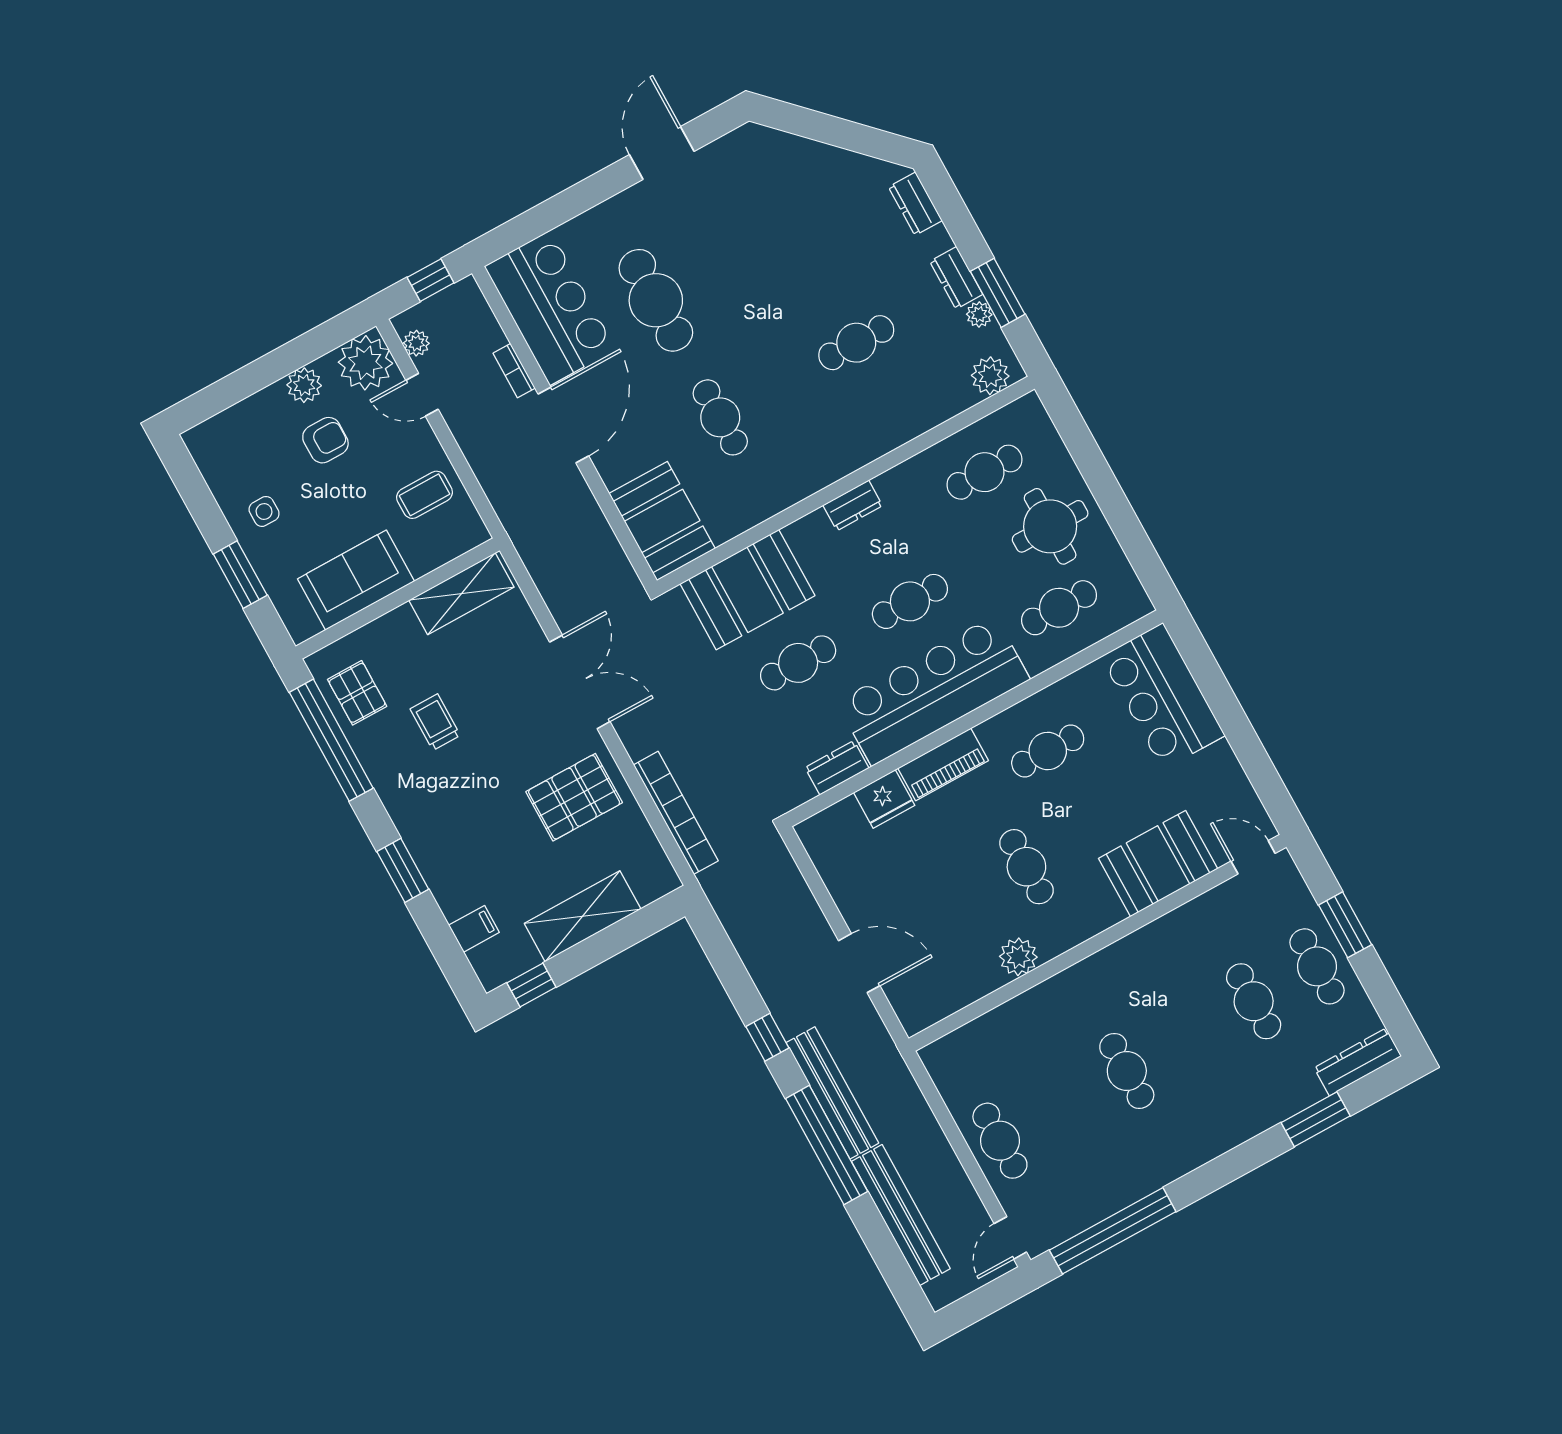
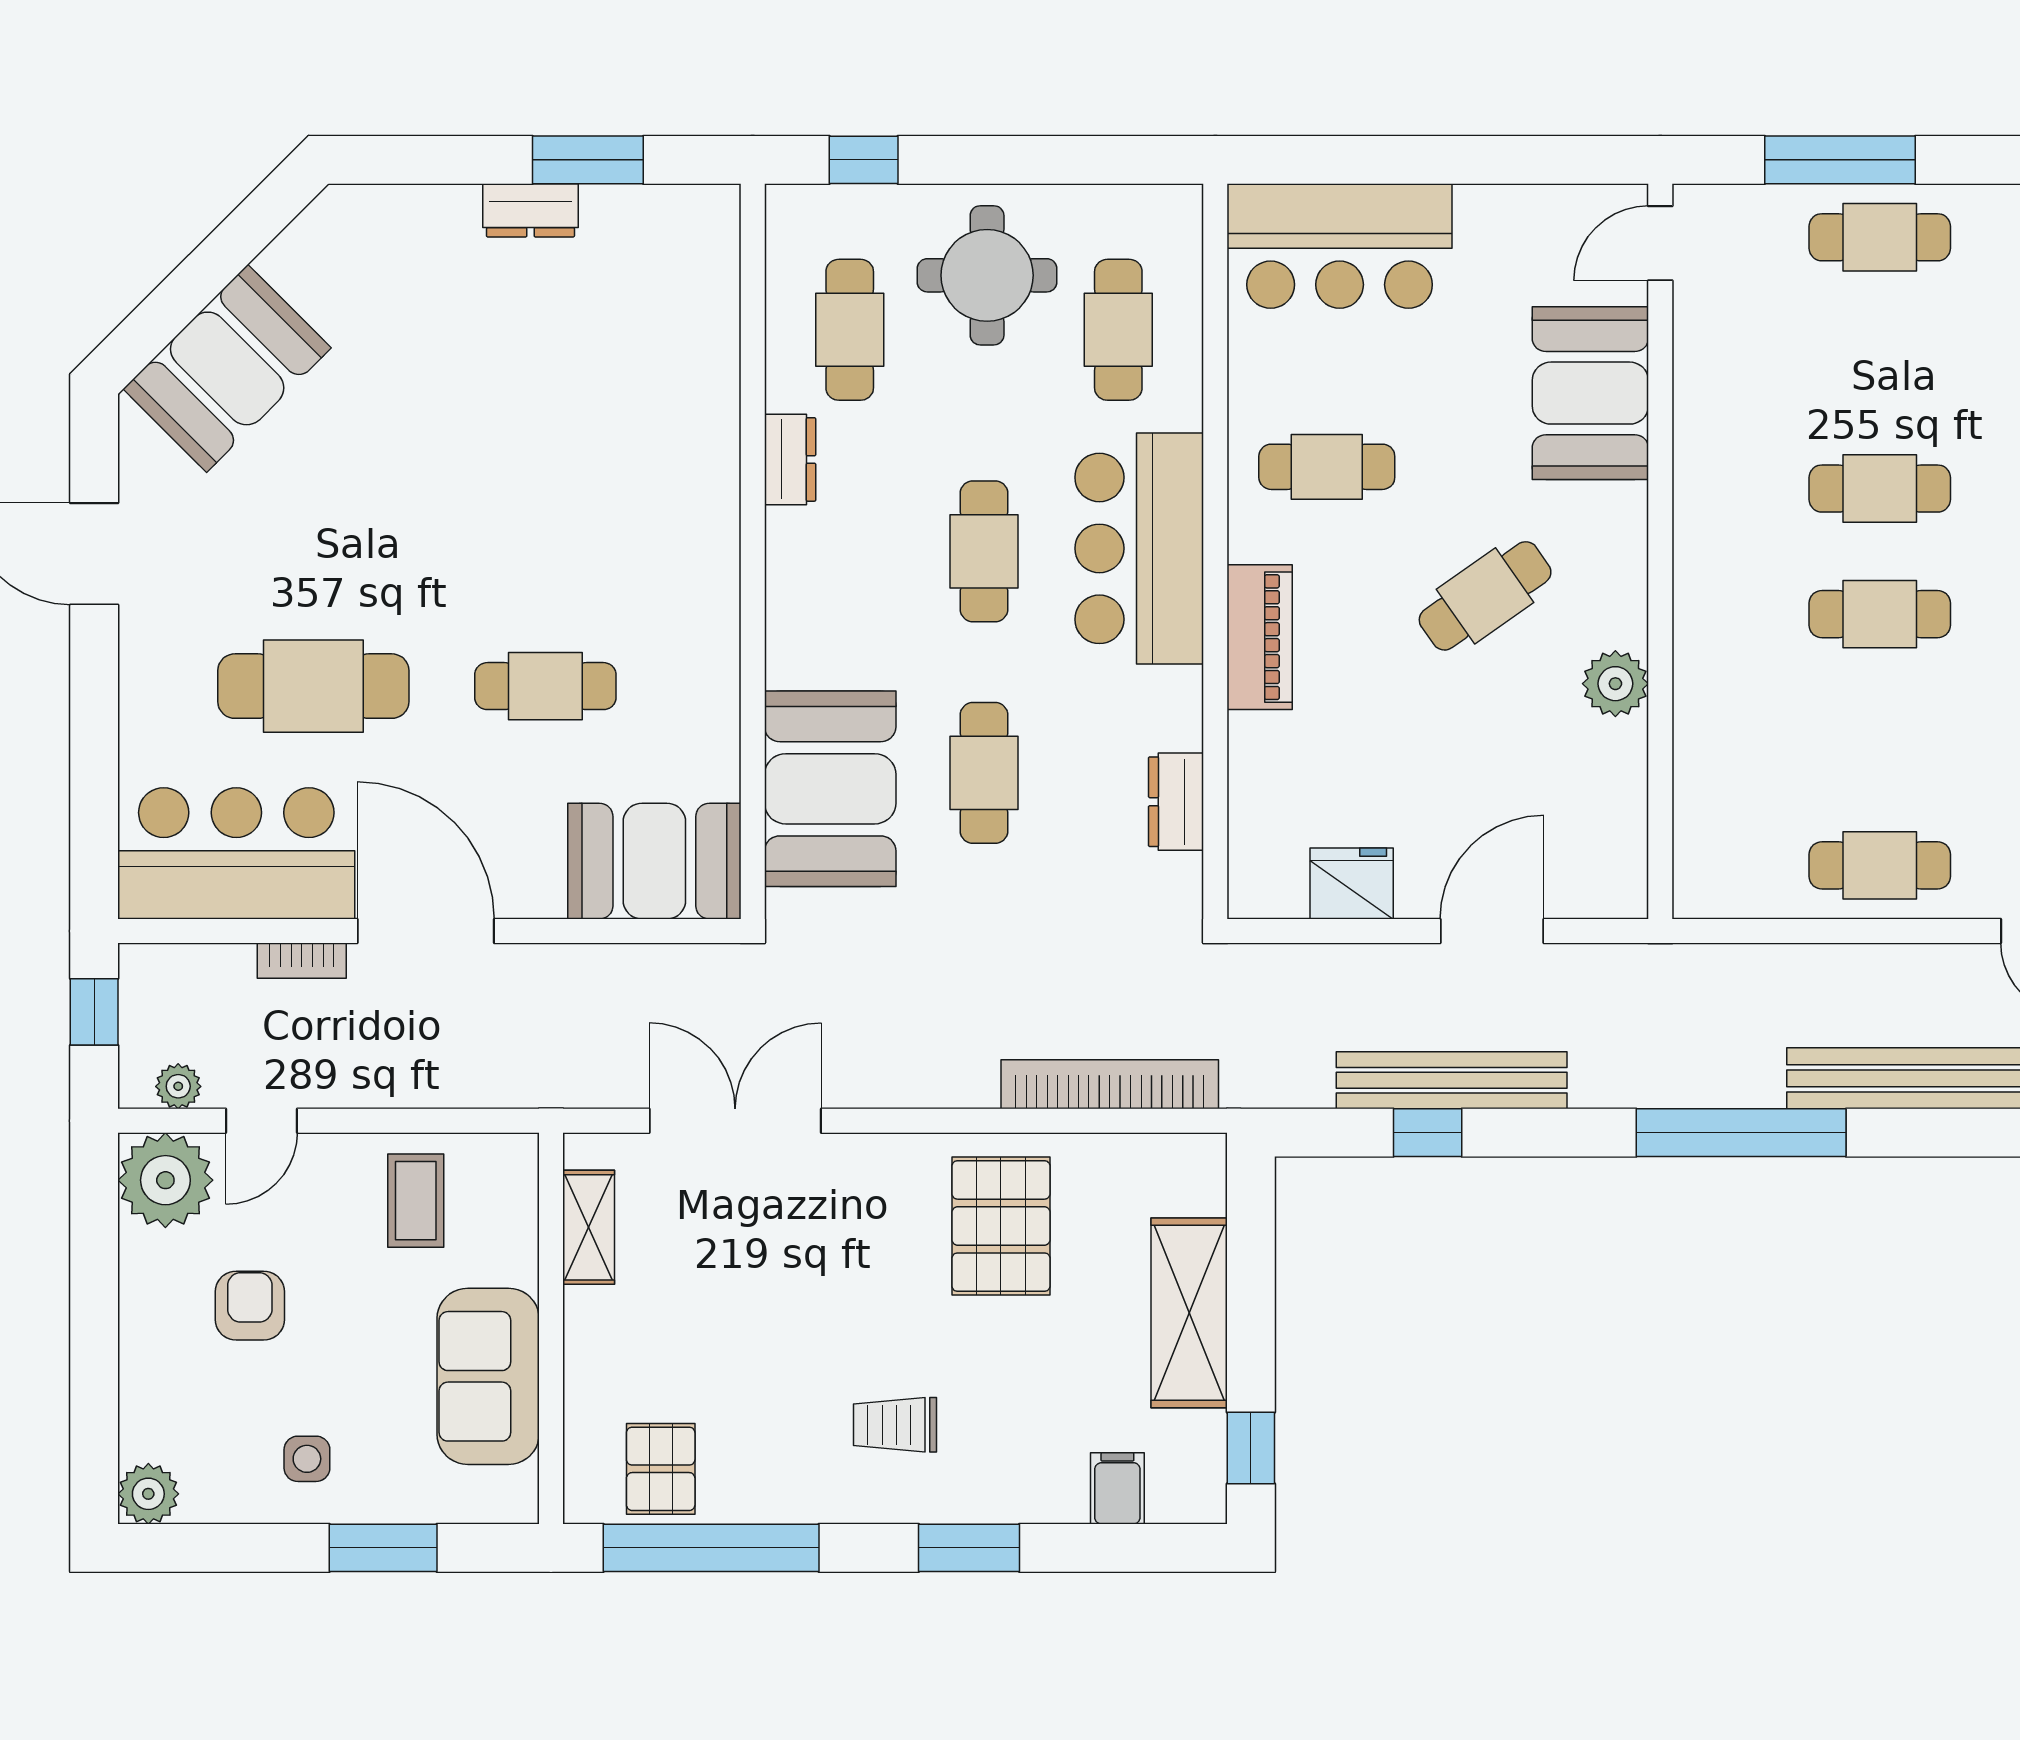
booth: (792, 169) -> (227, 368), added
dresser: (915, 204) -> (383, 211), removed
plant: (979, 314) -> (605, 206), removed
cafe table: (856, 343) -> (545, 417), removed
plant: (990, 376) -> (708, 241), removed
plant: (304, 385) -> (148, 1494), moved
window: (1074, 432) -> (864, 160), added
dresser: (853, 505) -> (790, 459), moved
shelving: (461, 594) -> (589, 1227), width x0.67, depth x0.75
double door: (580, 682) -> (735, 1121), moved
bar counter: (933, 691) -> (1139, 548), width x0.73
pallet: (357, 693) -> (661, 1469), turned 90
trolley: (435, 722) -> (895, 1425), moved
cafe table: (1048, 751) -> (1327, 467), turned 90
fridge: (884, 799) -> (1352, 883), moved, turned -90
cafe table: (1026, 867) -> (1485, 596), turned -35
window: (1345, 925) -> (1840, 160), width x1.44
cafe table: (1254, 1001) -> (1880, 489), moved
window: (767, 1037) -> (1428, 1133), moved
bench: (832, 1093) -> (1452, 1080), moved

